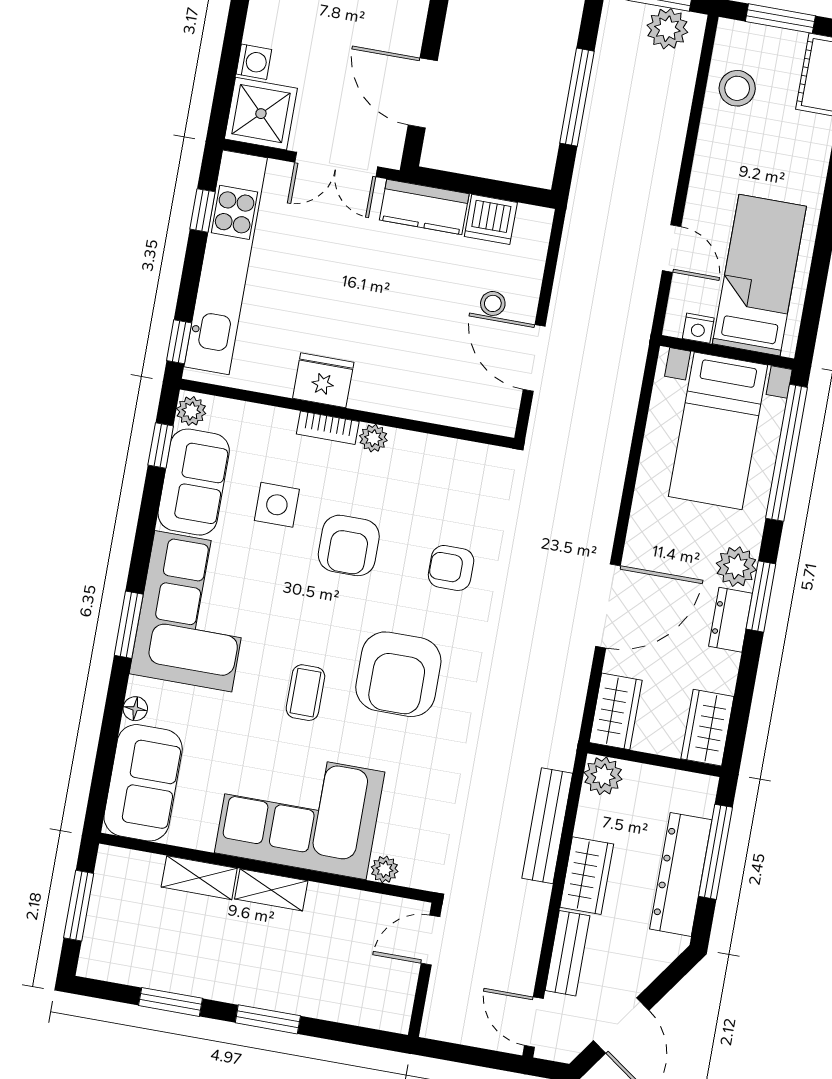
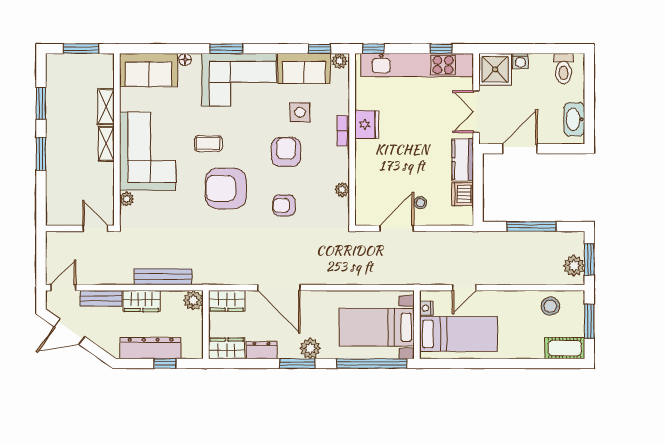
plant: (373, 438) -> (342, 189), moved
armchair: (349, 545) -> (286, 152), turned 90
armchair: (451, 568) -> (284, 205), turned -90
dresser: (730, 620) -> (262, 350), moved
window: (715, 852) -> (165, 364), width x0.46

